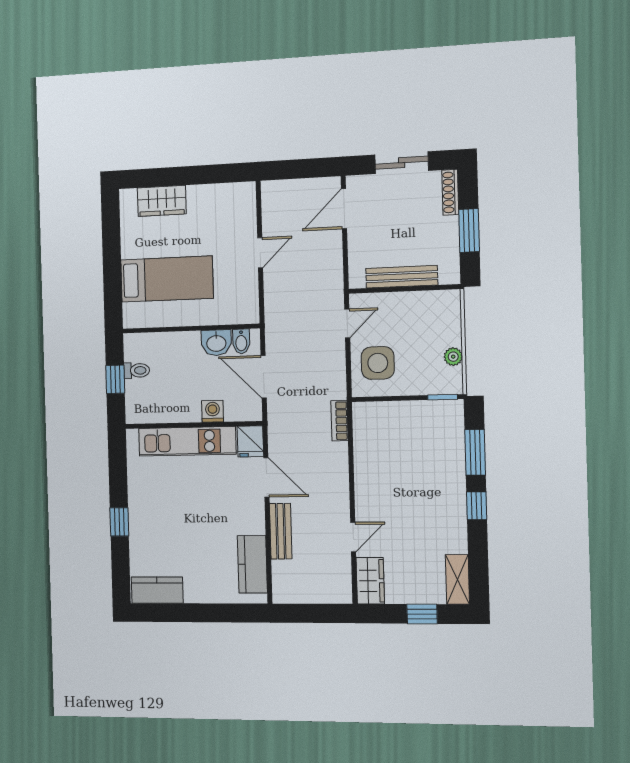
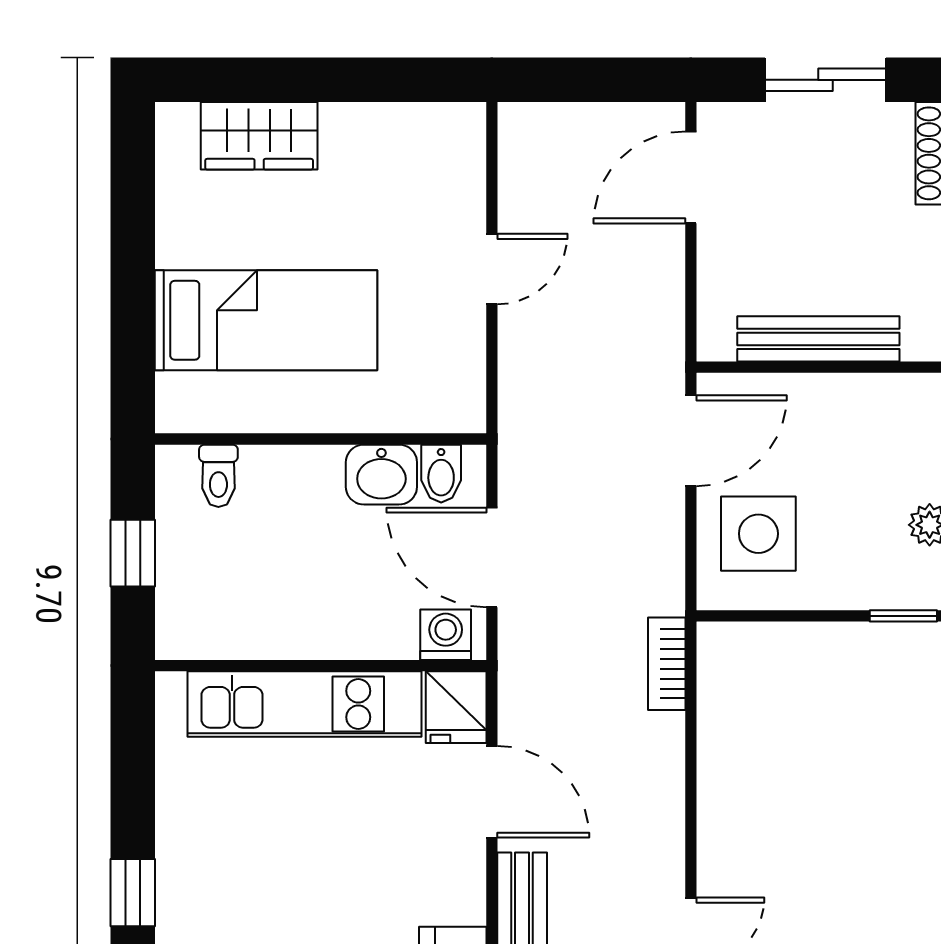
door: (347, 323) -> (691, 441), width x1.37
toilet: (137, 370) -> (218, 476), moved, turned 90
washing machine: (213, 411) -> (446, 635), moved

